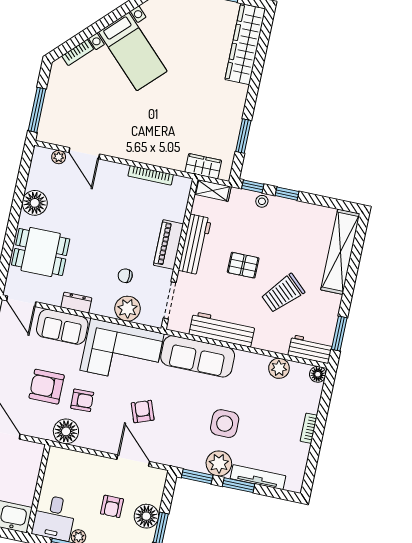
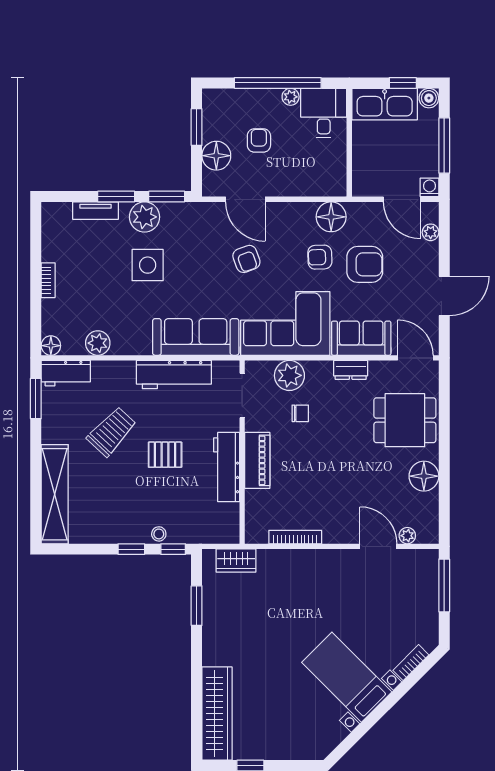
shelving: (213, 190) -> (219, 535), removed
tv unit: (258, 477) -> (96, 211), width x0.71
floor lamp: (146, 516) -> (216, 156), moved

